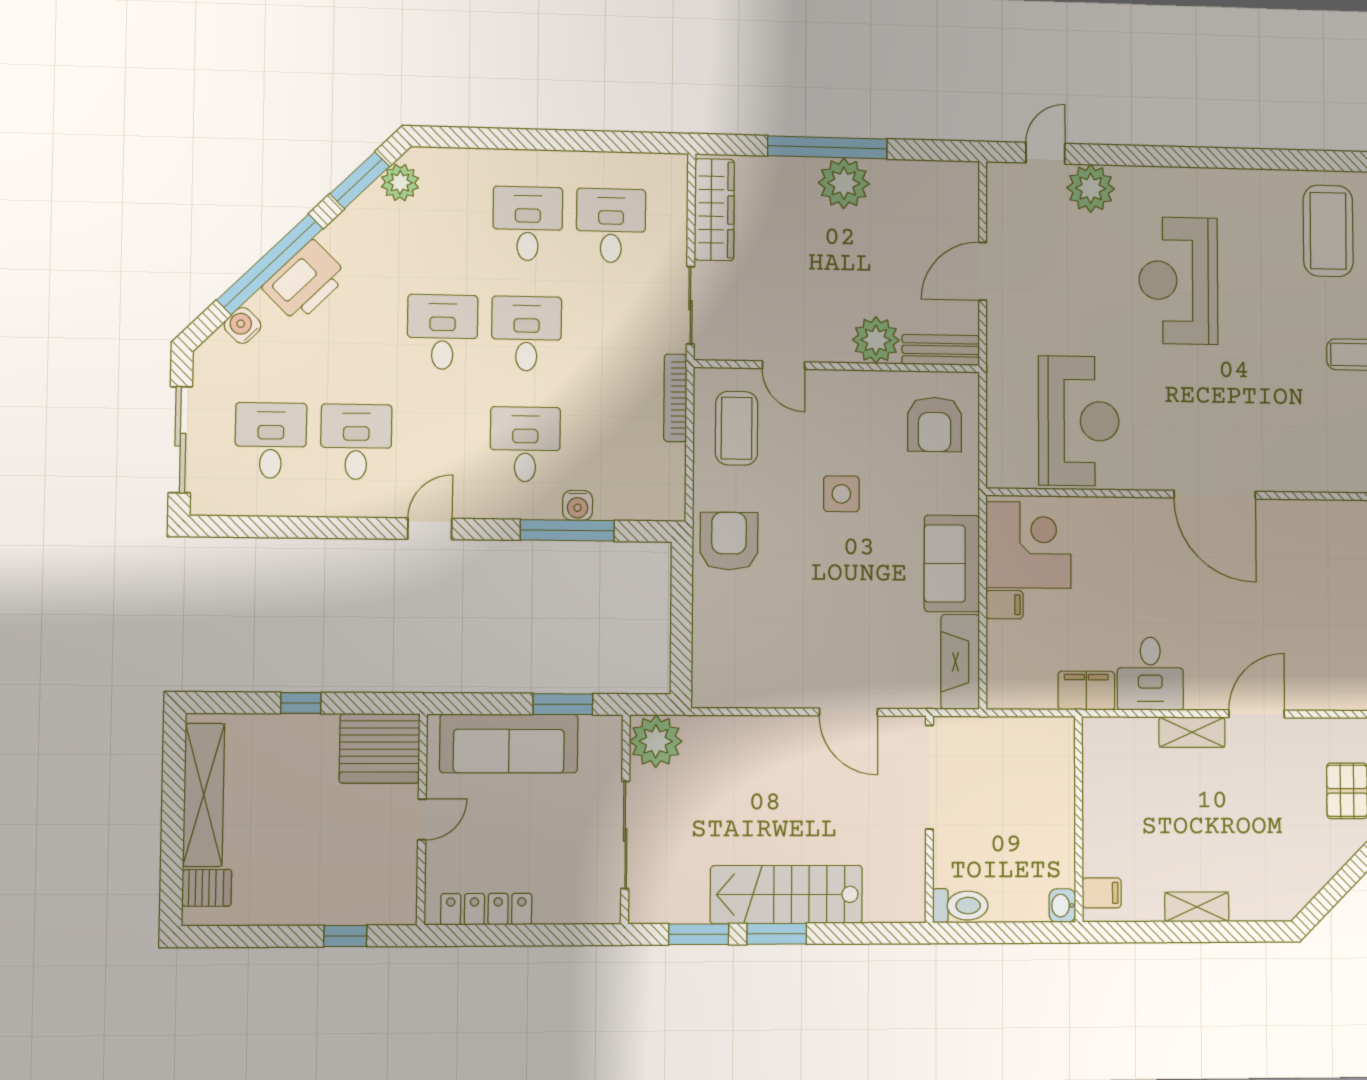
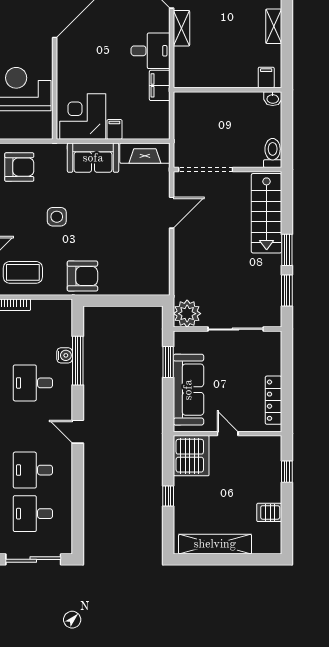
armchair: (729, 541) -> (82, 276), turned 180
server rack: (207, 888) -> (269, 512), moved, turned -90
stairs: (786, 894) -> (267, 213), moved

